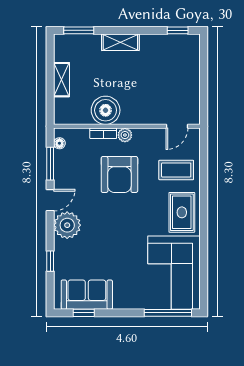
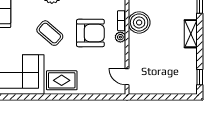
coffee table: (176, 170) -> (50, 33), moved, turned -49
armchair: (119, 175) -> (90, 33), turned 180

